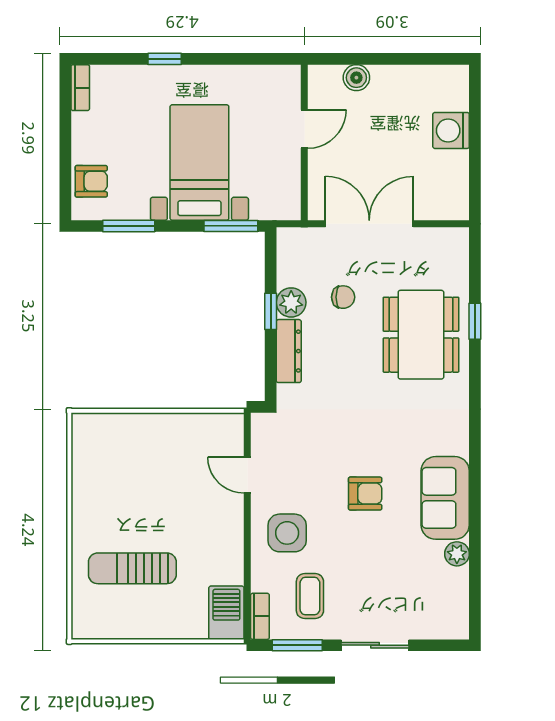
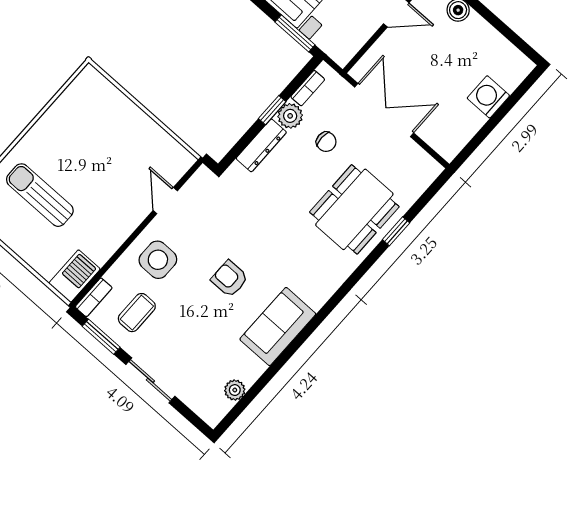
bookcase: (285, 264) -> (308, 88), added
armchair: (365, 494) -> (230, 279), turned 180
plant: (457, 554) -> (235, 390), moved

